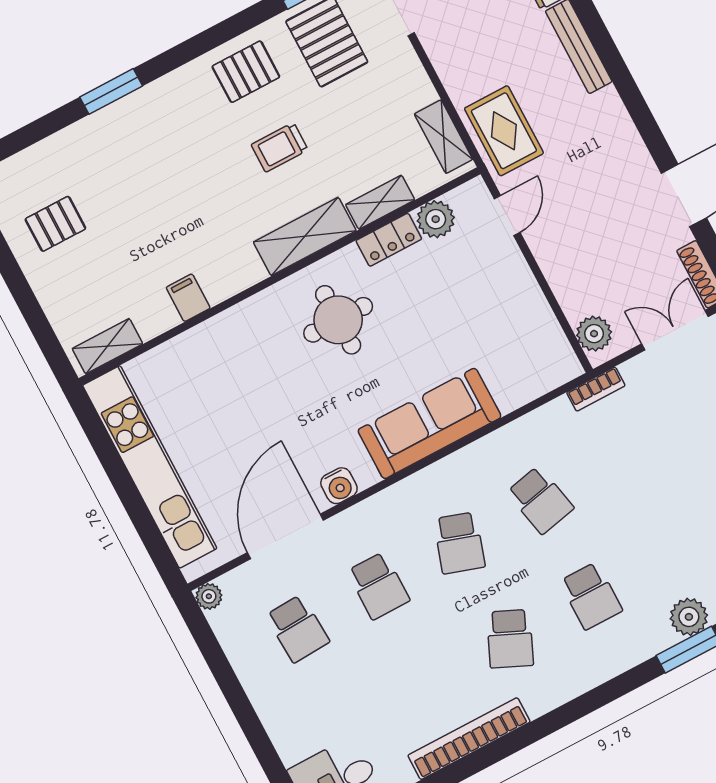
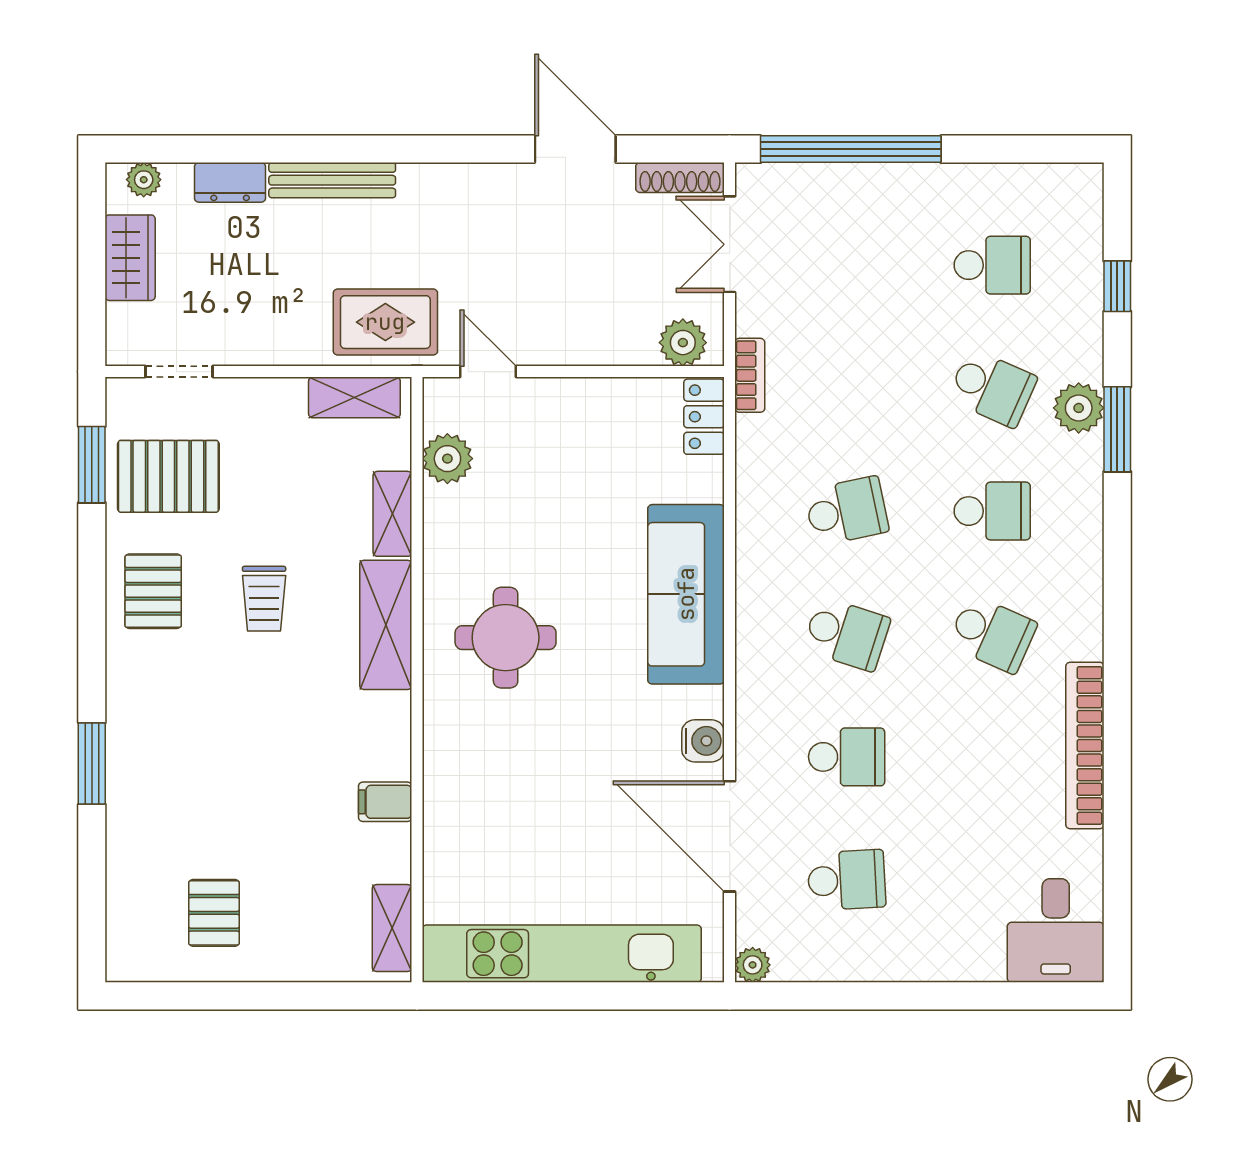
locker: (389, 240) -> (704, 417), moved, turned 180
school desk: (672, 553) -> (992, 388), added

